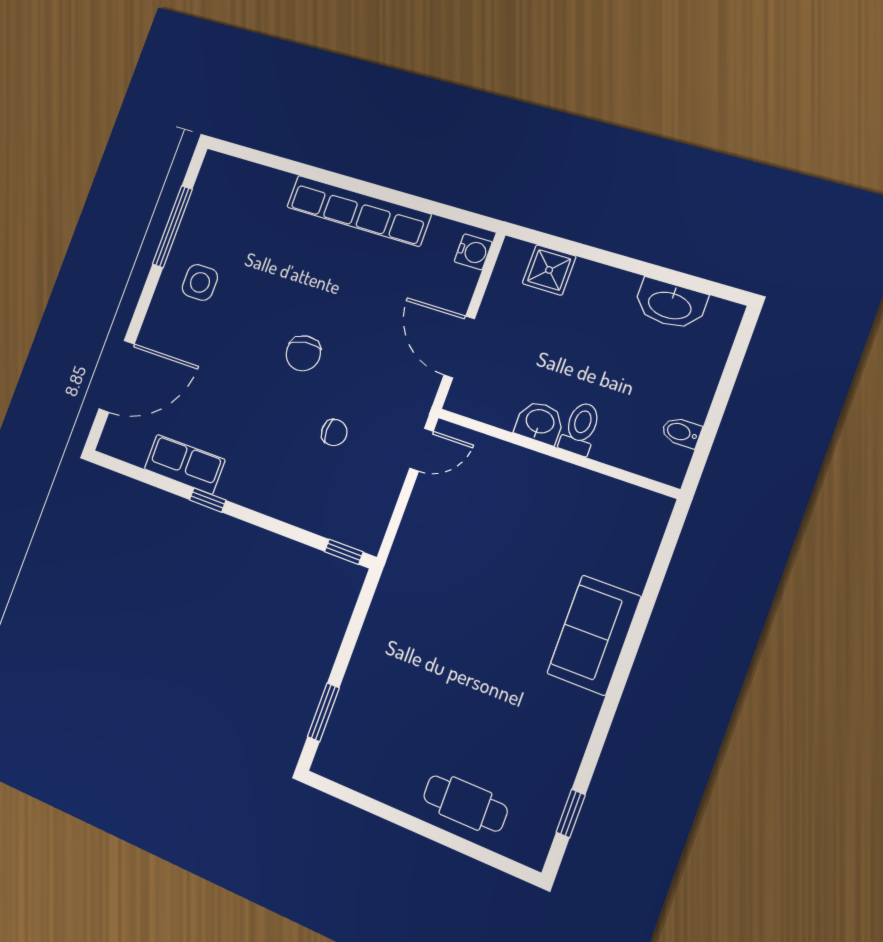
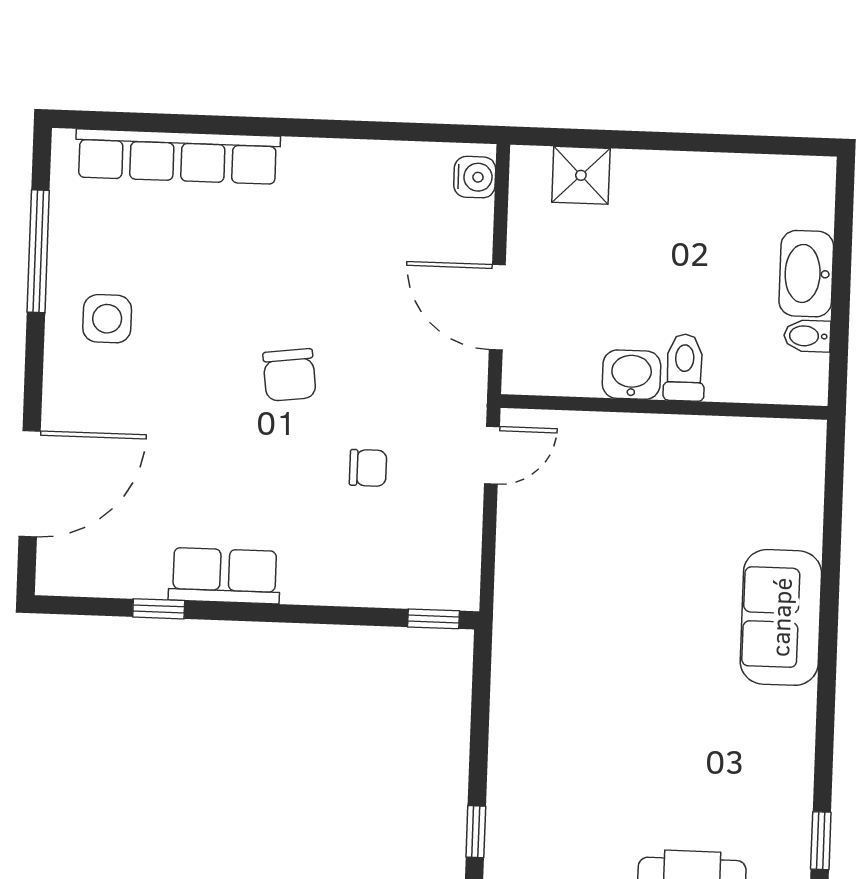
row of seats: (358, 211) -> (178, 157), moved
washbasin: (670, 304) -> (806, 274), moved, turned 90
row of seats: (185, 464) -> (224, 576), moved
window: (208, 500) -> (159, 609), moved
window: (323, 712) -> (476, 832), width x0.67

